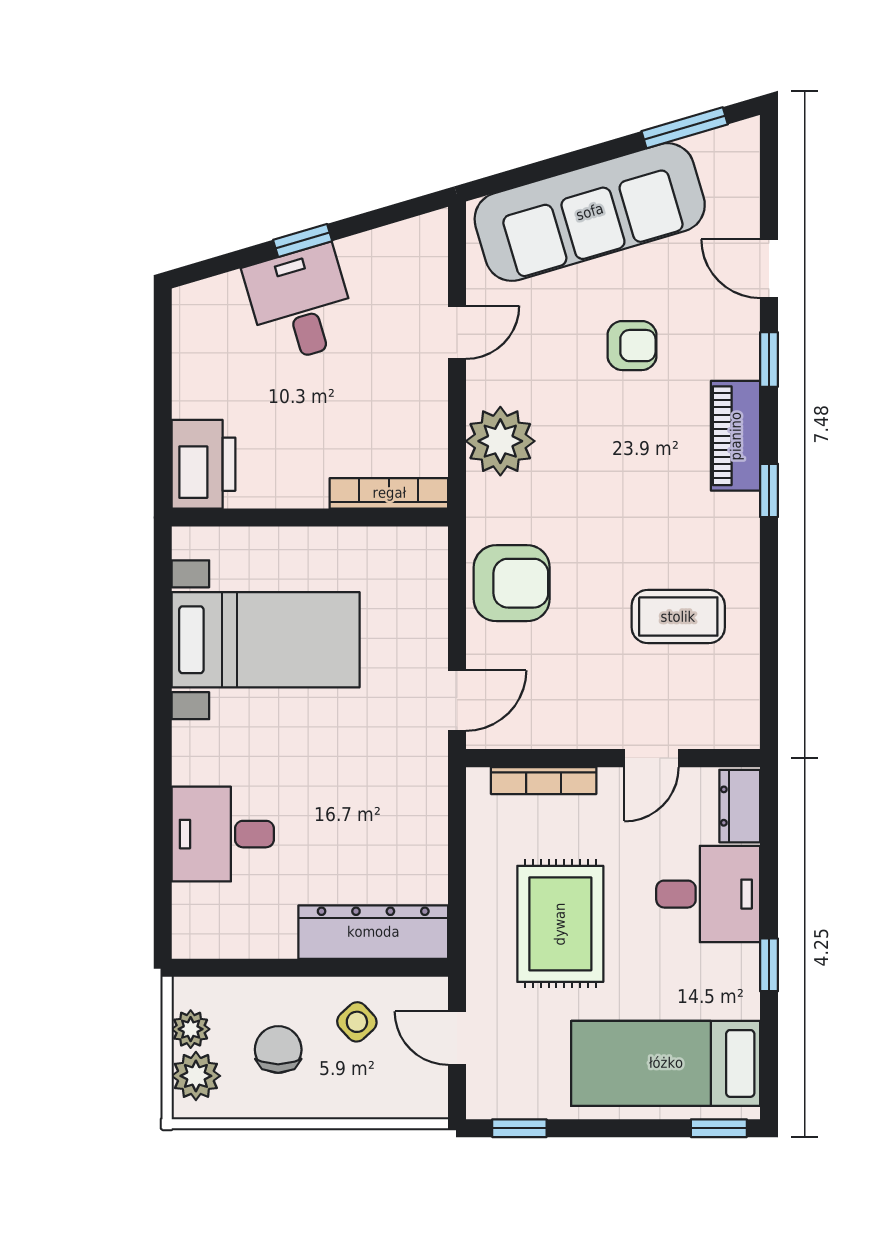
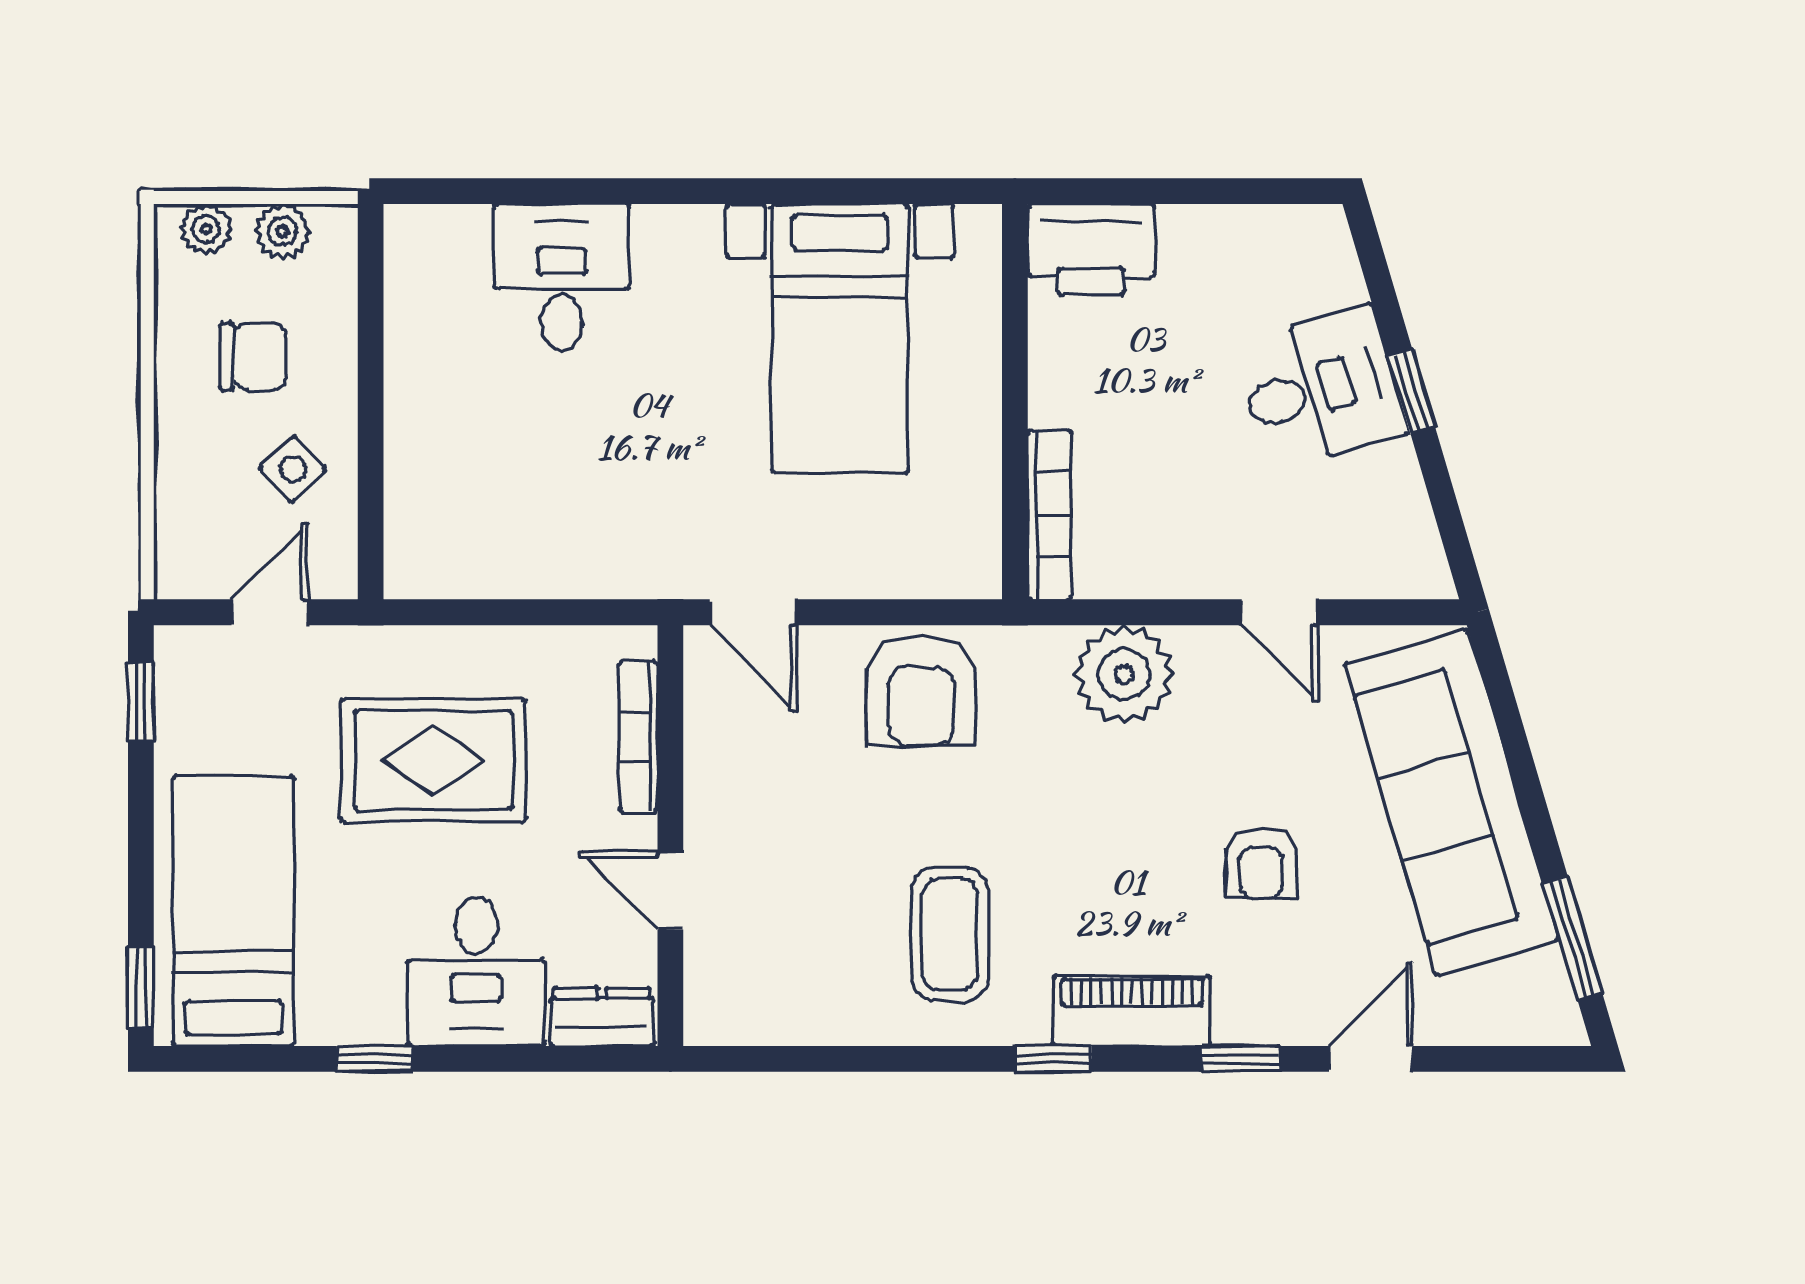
coffee table: (678, 617) -> (950, 934), moved
dresser: (373, 932) -> (422, 492), removed
plant: (196, 1076) -> (206, 229), width x0.73, depth x0.73

